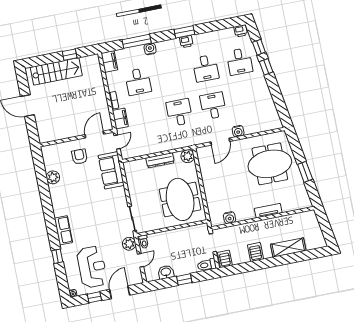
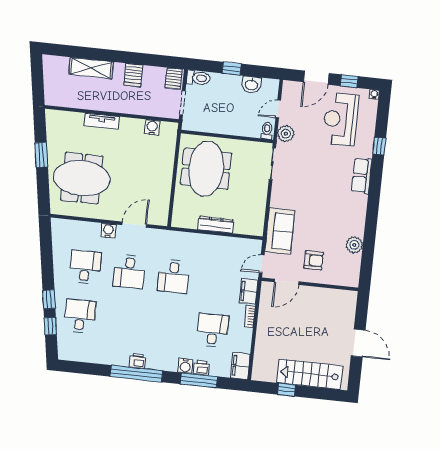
printer: (241, 31) -> (201, 368), moved
window: (184, 32) -> (136, 374), width x2.11
desk: (206, 68) -> (85, 267), moved
plant: (188, 156) -> (180, 219), removed
armchair: (79, 157) -> (314, 260), turned -90

